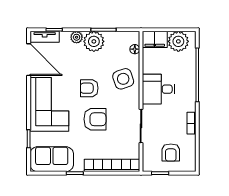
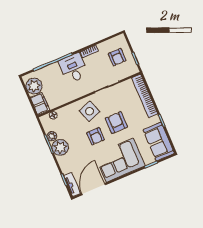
plant: (77, 37) -> (52, 136), moved
side table: (123, 79) -> (90, 111), moved
desk: (158, 89) -> (73, 68), moved, turned 180
armchair: (171, 153) -> (117, 57), turned 90

